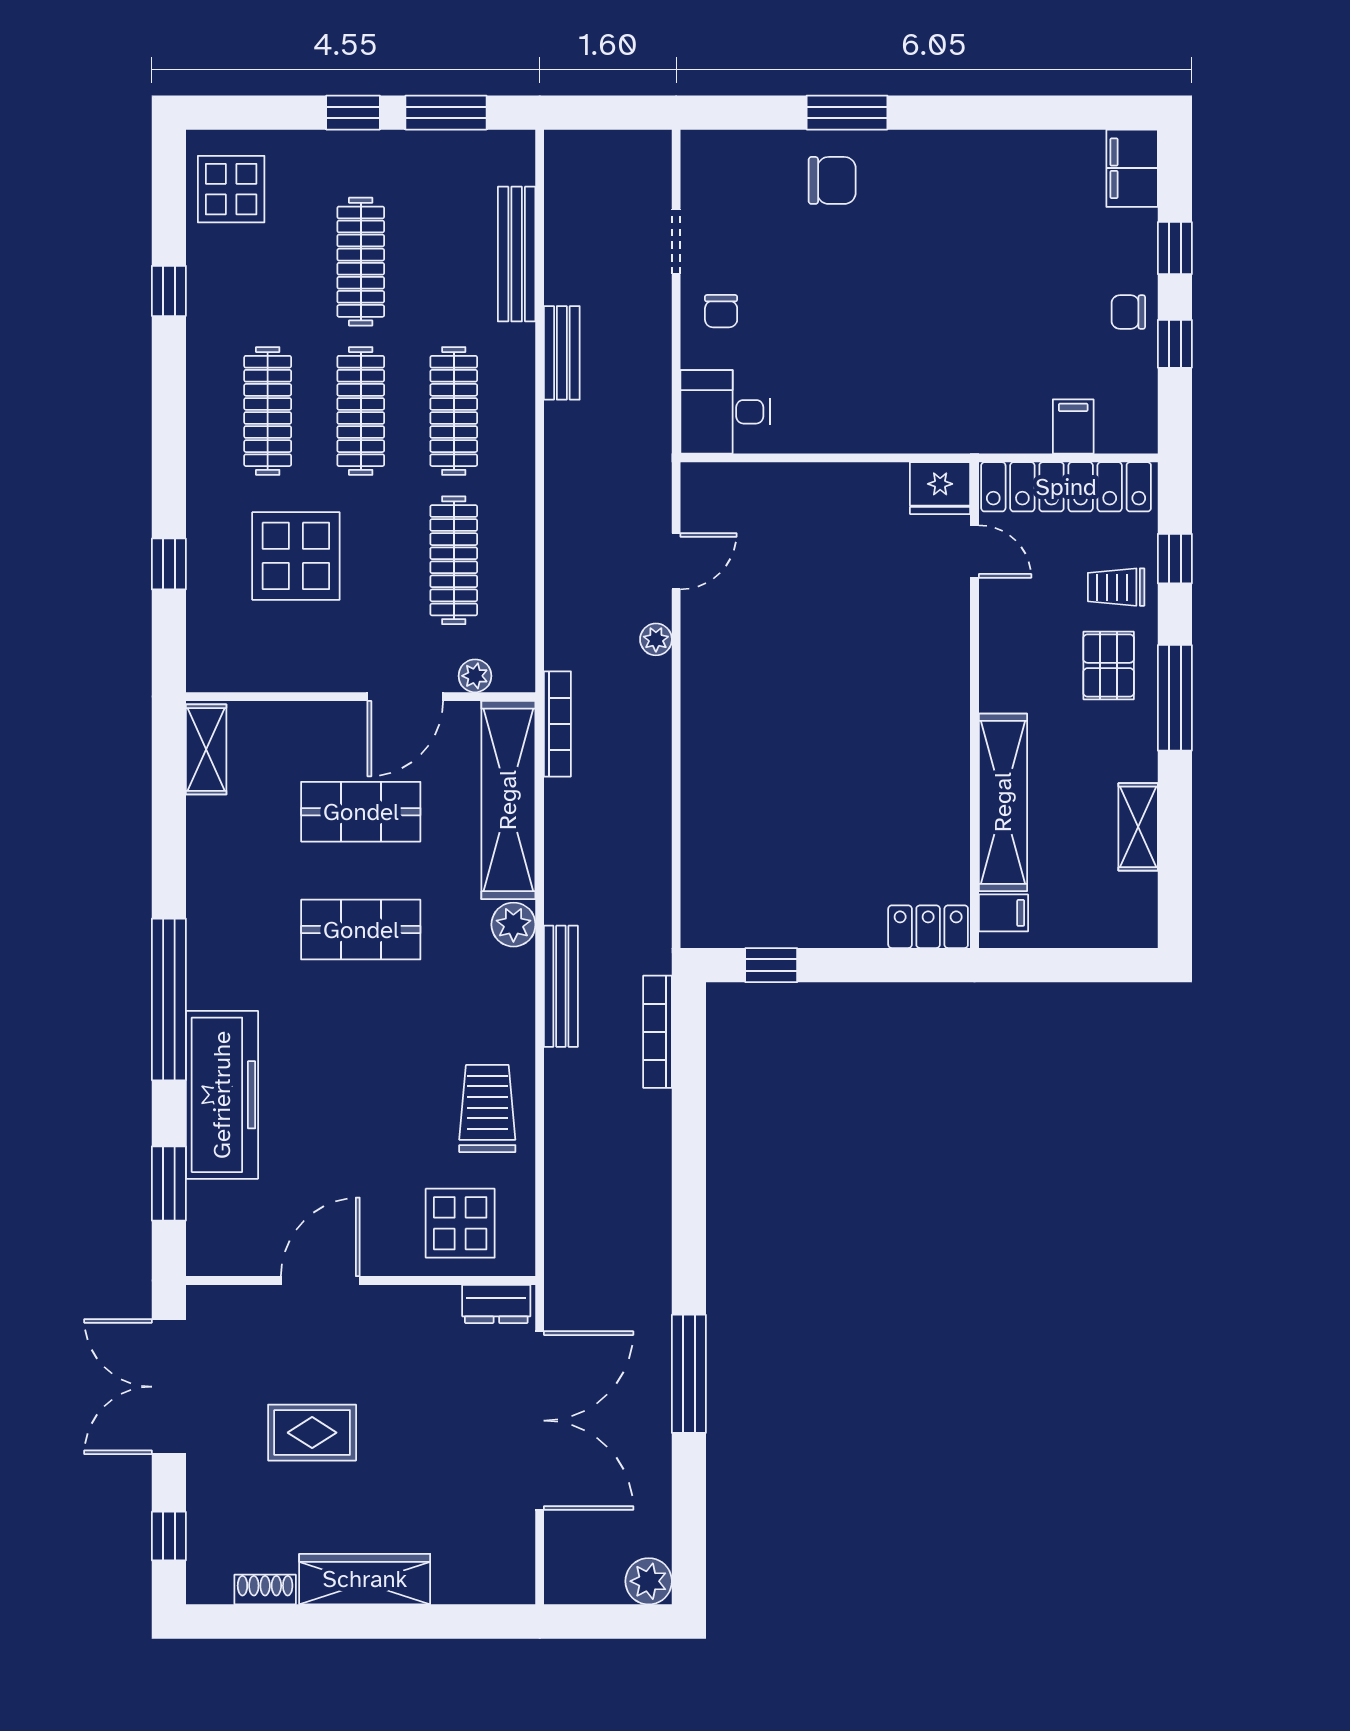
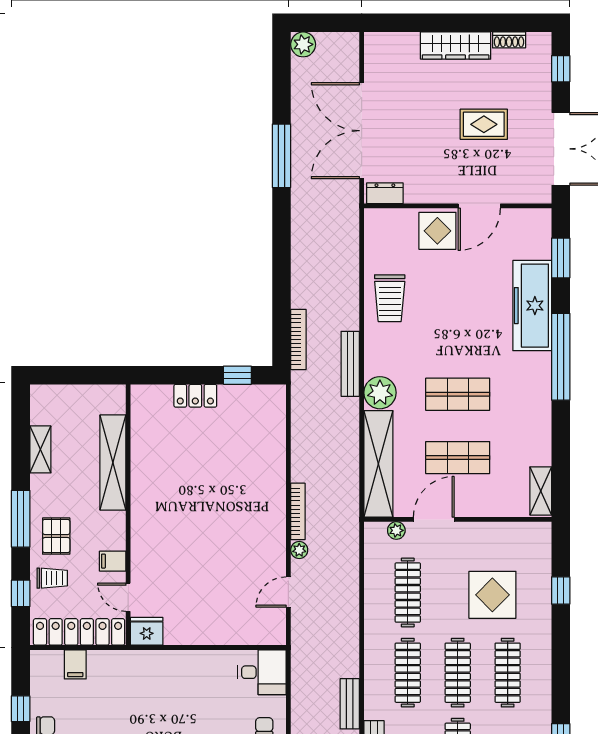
bookcase: (557, 724) -> (298, 511), moved, turned 180
filing cabinet: (1003, 913) -> (113, 561), moved
plant: (513, 925) -> (380, 393), width x1.36, depth x1.36
locker: (928, 927) -> (195, 396), moved
display table: (460, 1223) -> (437, 231), moved

